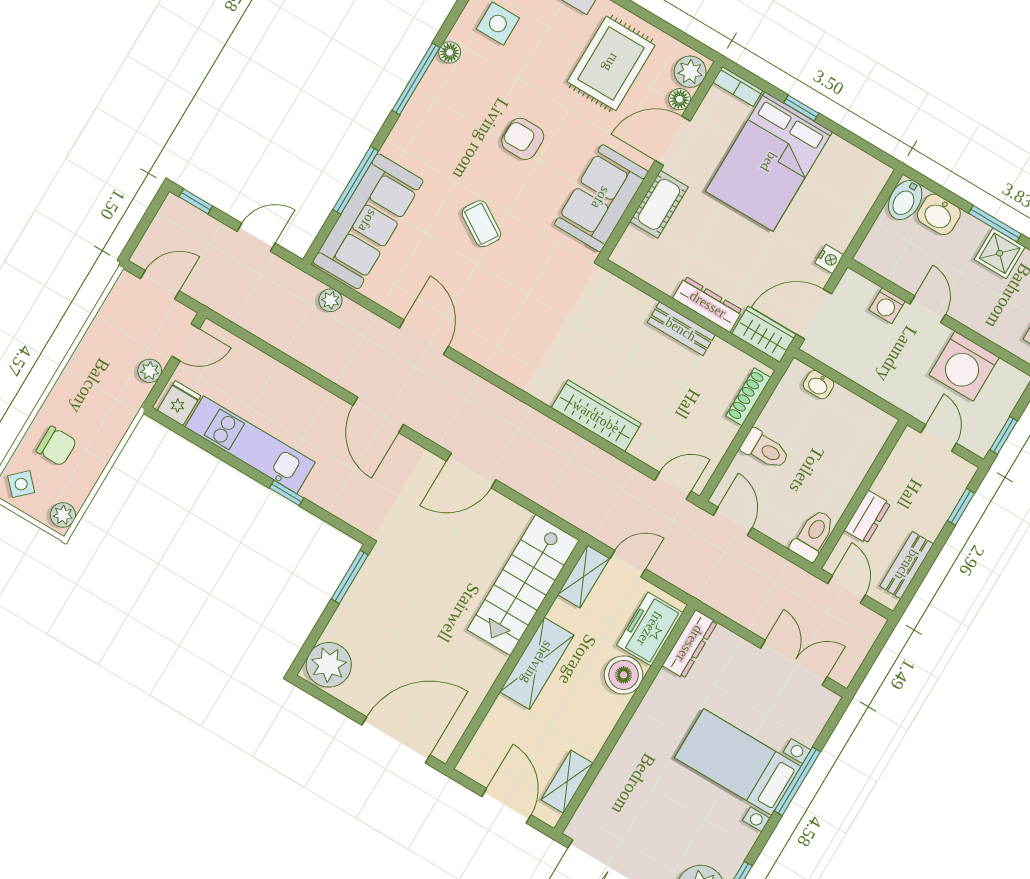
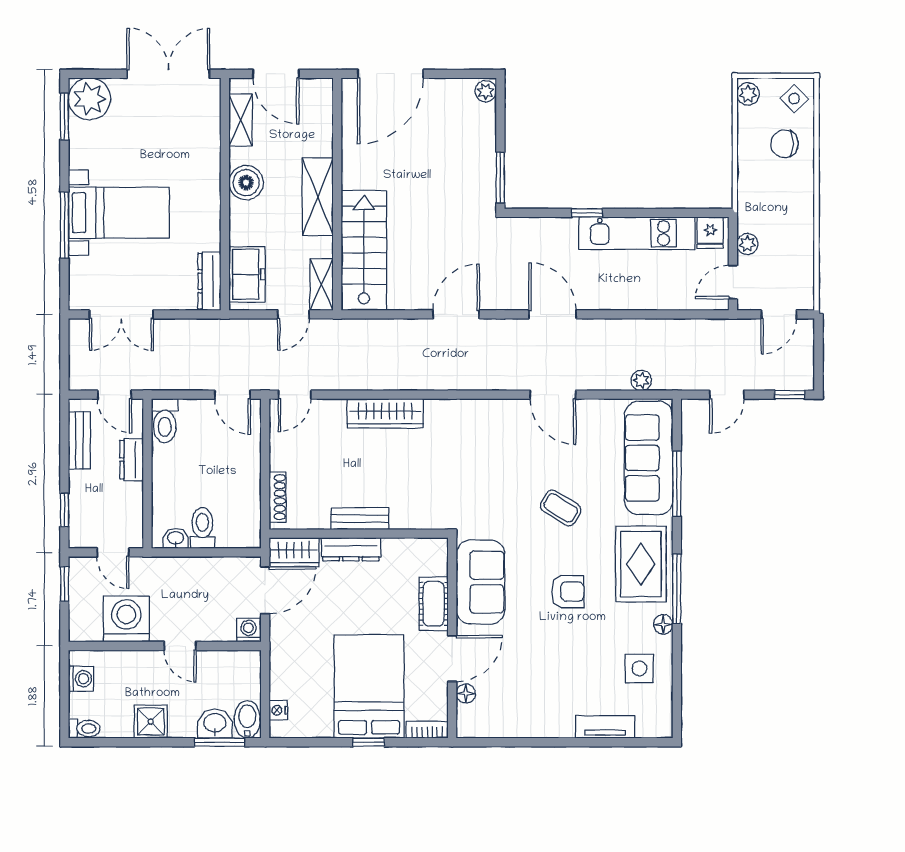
rug: (611, 63) -> (641, 564), moved
plant: (690, 72) -> (470, 719), removed
window: (995, 224) -> (220, 742), moved
nightstand: (829, 259) -> (278, 710), moved
washing machine: (887, 306) -> (249, 630), moved
washbasin: (818, 385) -> (176, 538), moved
toilet: (765, 449) -> (202, 528), moved, turned 90
plant: (329, 665) -> (486, 91), width x0.53, depth x0.53
boiler: (624, 675) -> (246, 183), moved

